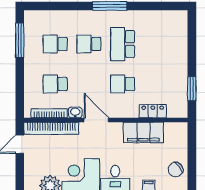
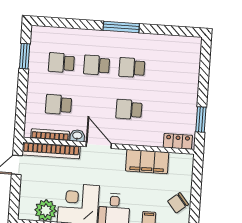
window: (20, 40) -> (25, 56), width x0.69
school desk: (123, 44) -> (132, 68), width x0.54
locker: (153, 111) -> (178, 141), moved

